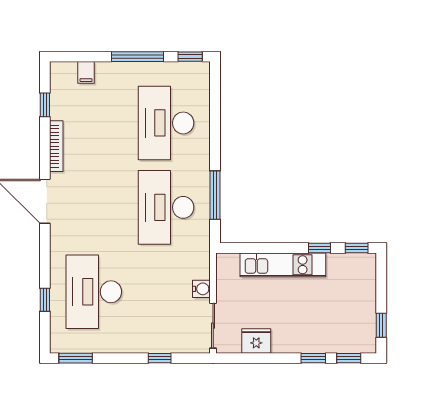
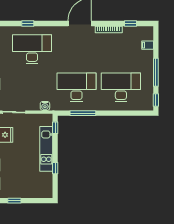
window: (357, 248) -> (55, 128), moved
water cooler: (201, 289) -> (45, 106), moved

